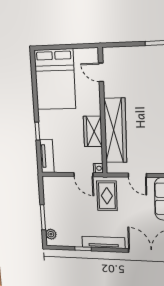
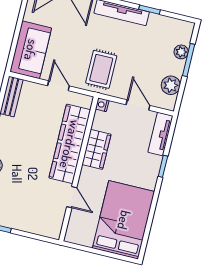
door: (101, 72) -> (72, 197), moved
door: (83, 175) -> (138, 105), moved
plant: (50, 195) -> (171, 85), added
plant: (51, 234) -> (181, 52), moved

